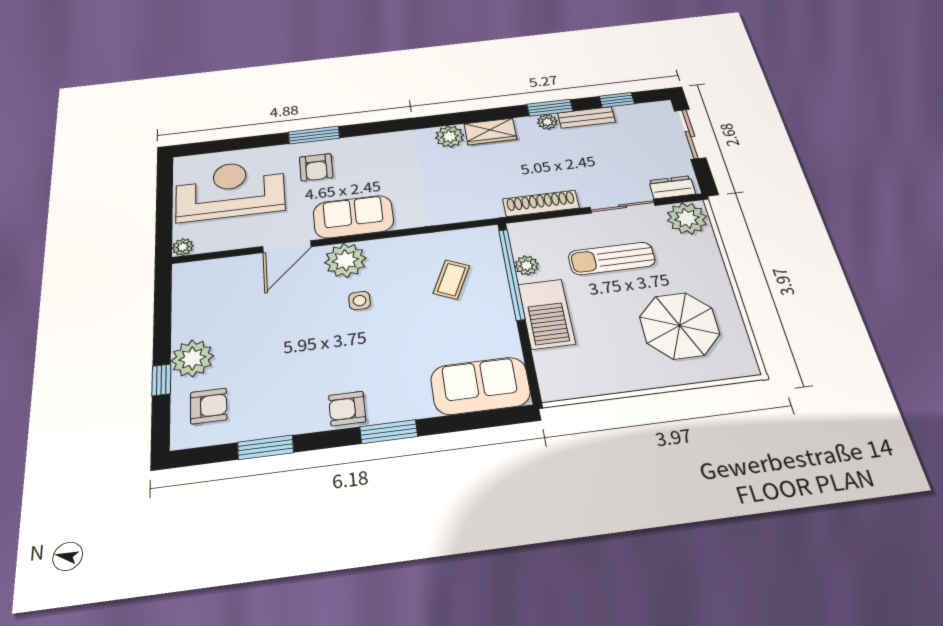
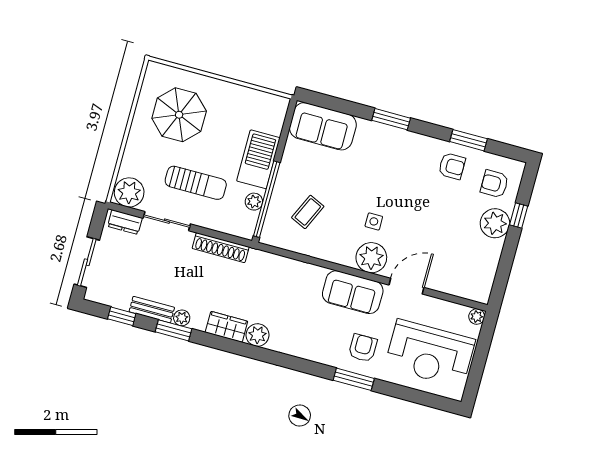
armchair: (347, 409) -> (452, 166), moved

